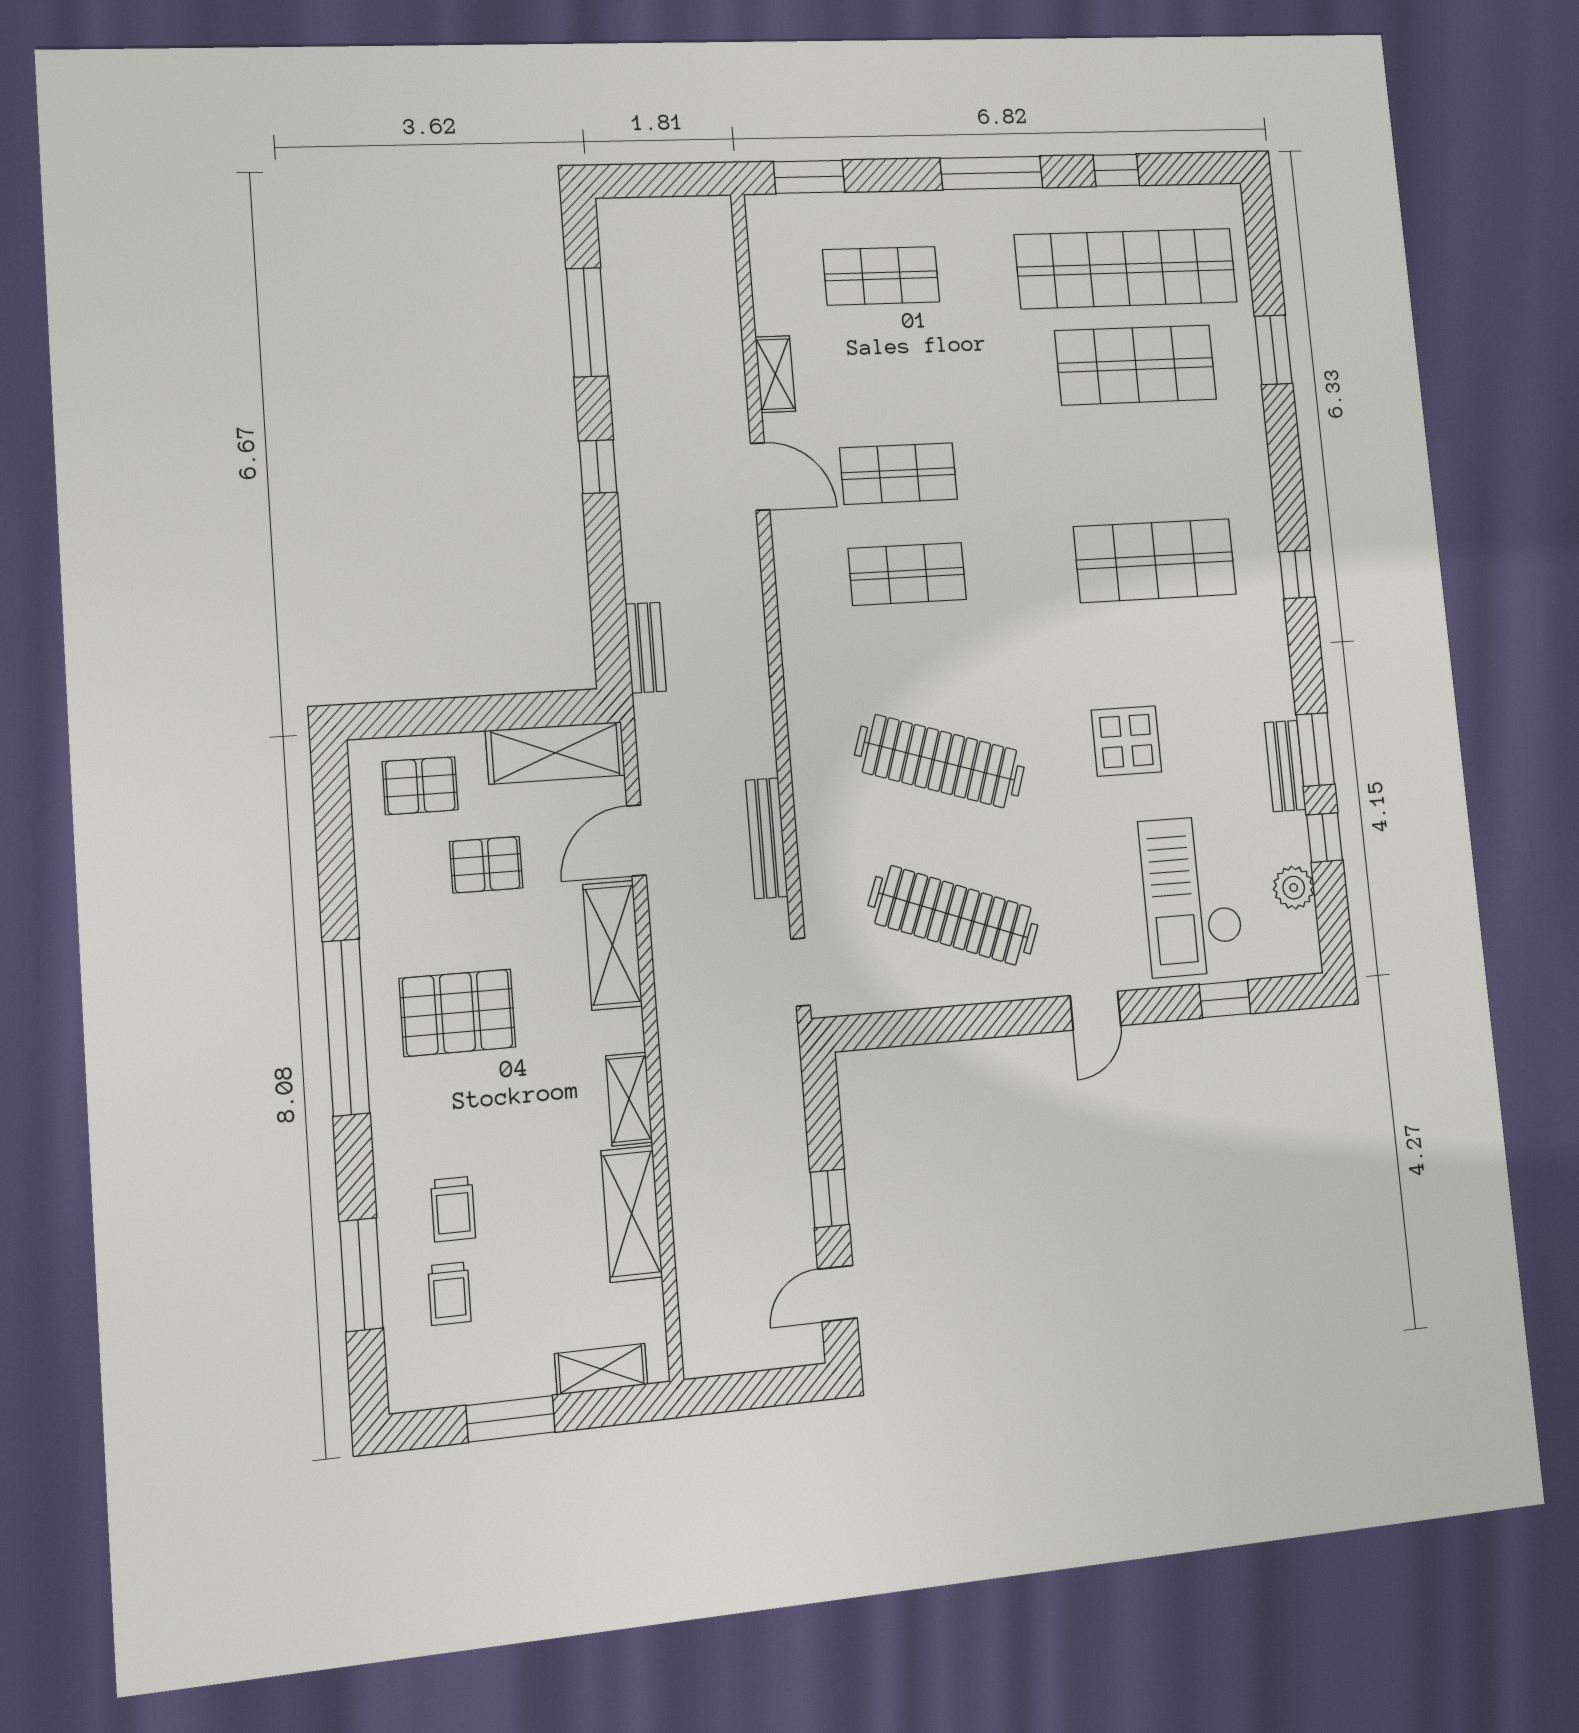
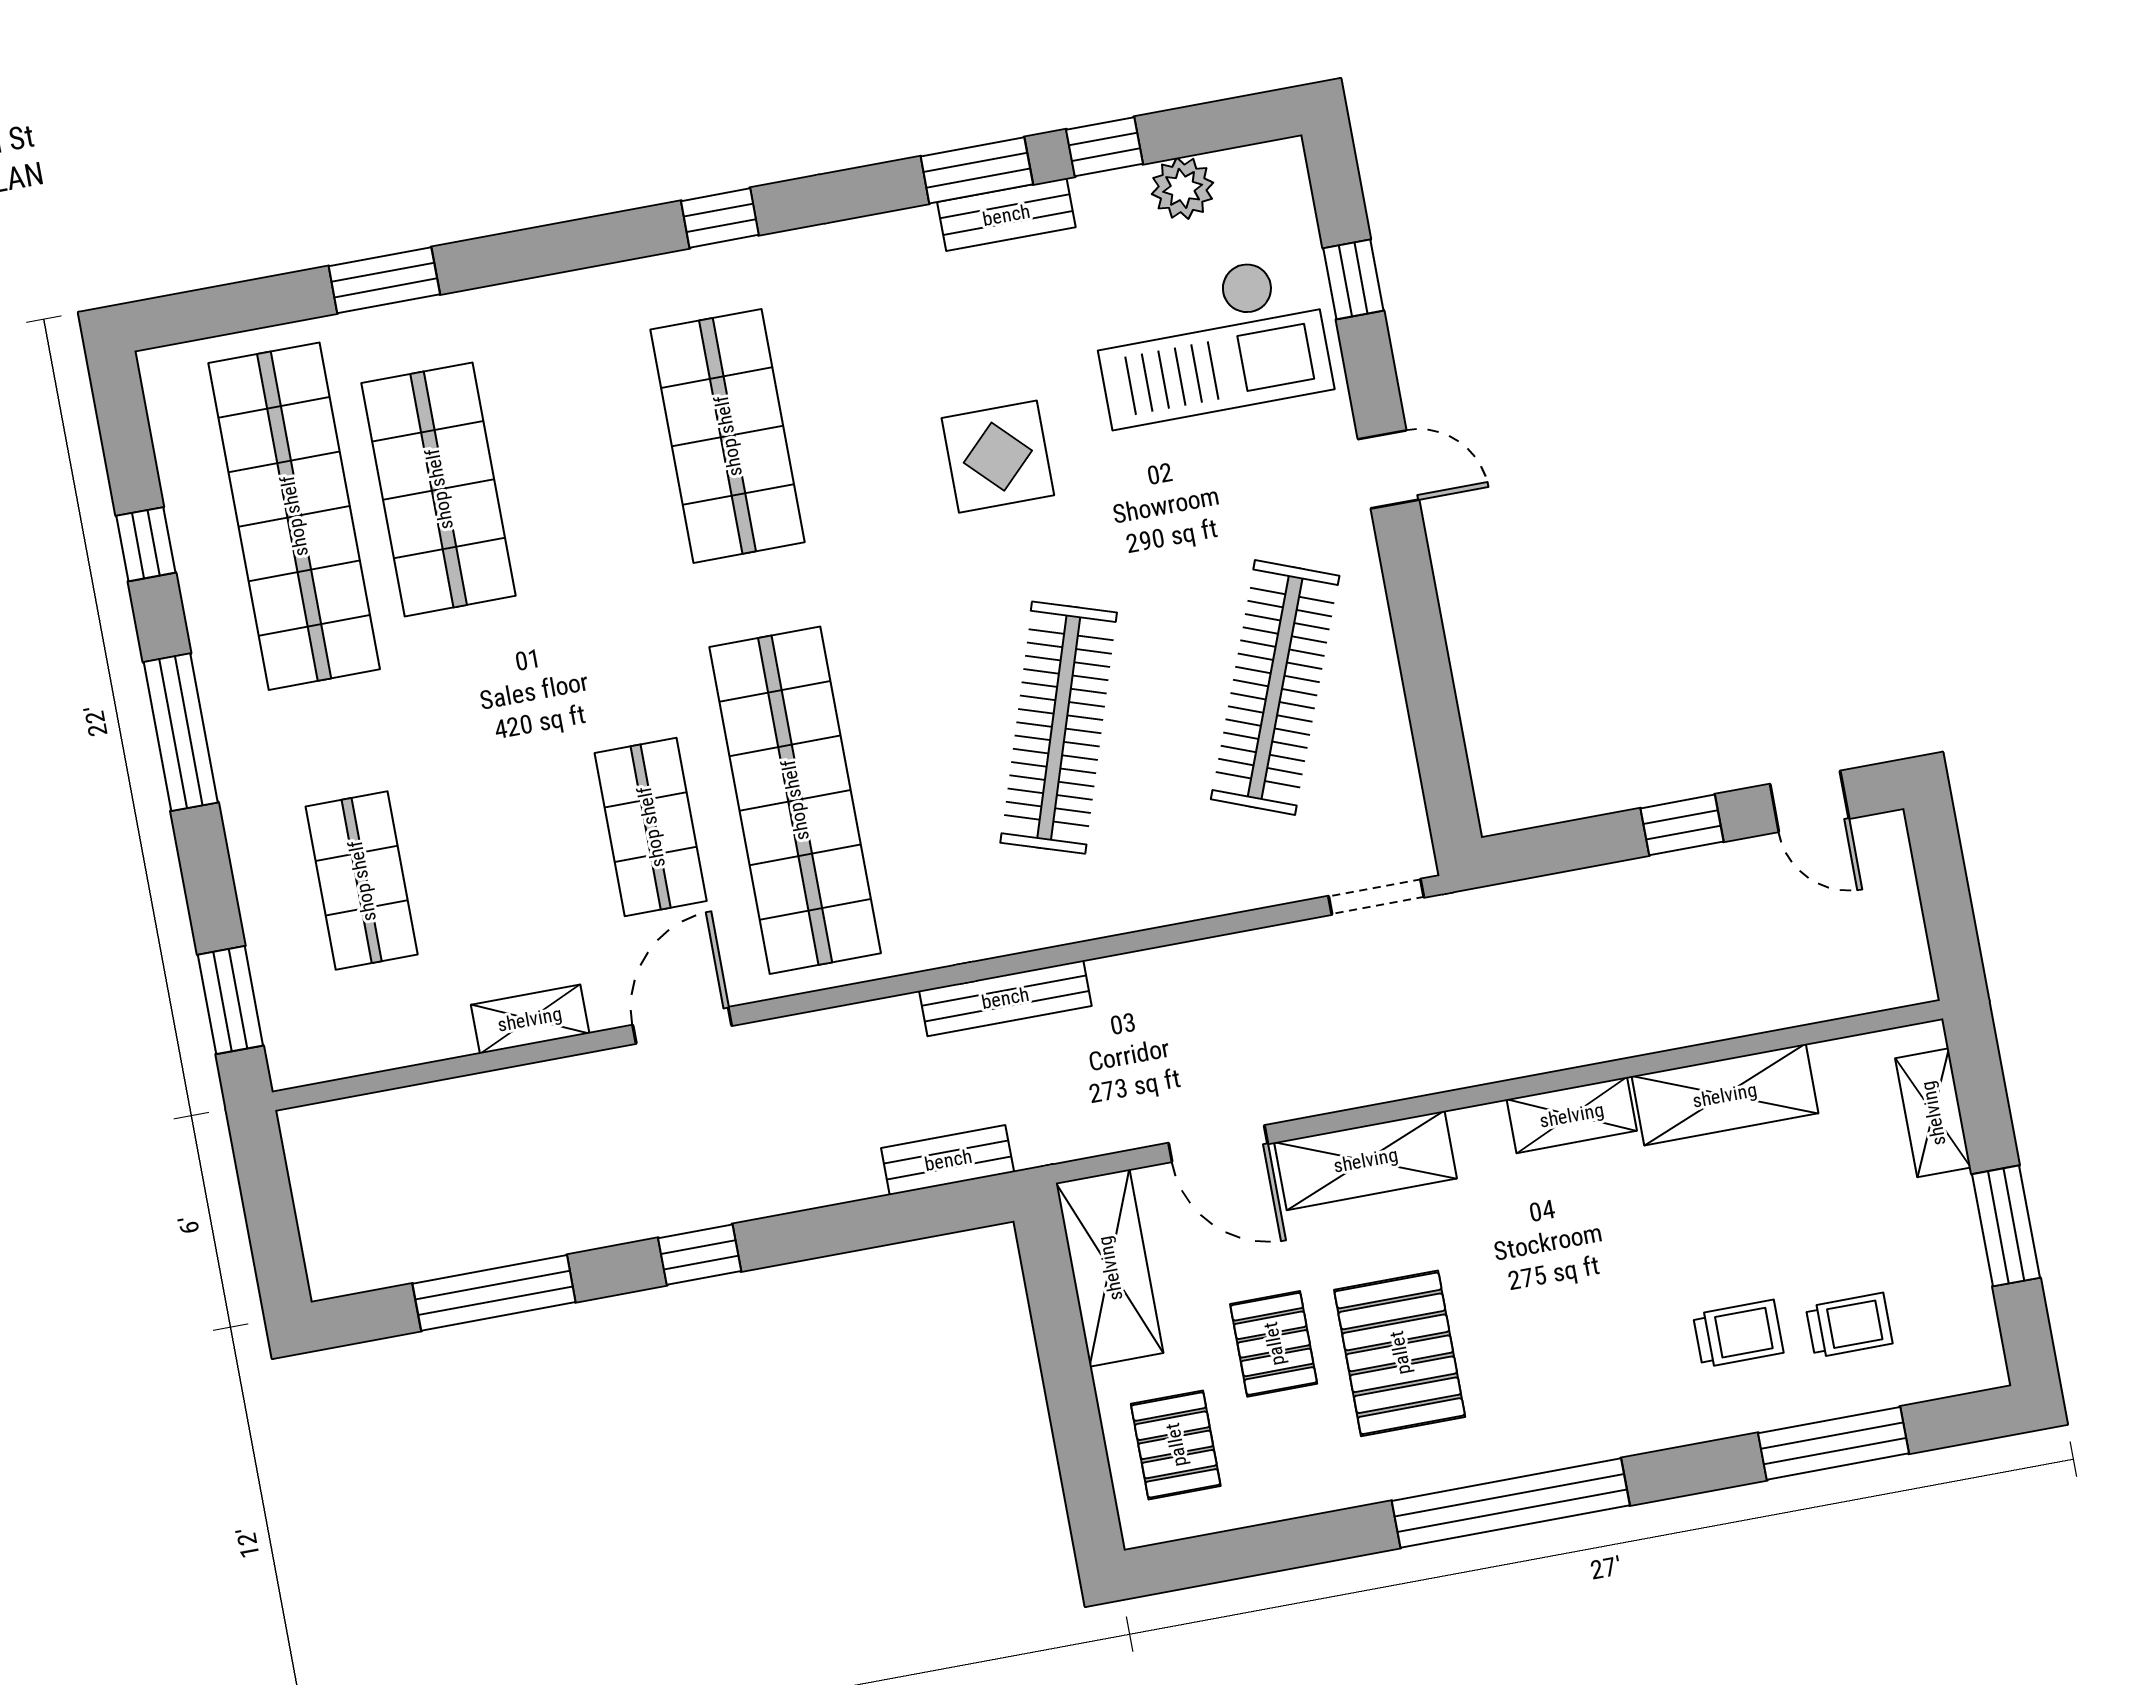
shop shelf: (907, 574) -> (795, 800), width x2.00, depth x1.36
bench: (767, 838) -> (1005, 998), moved
pallet: (457, 1013) -> (1400, 1353), moved

